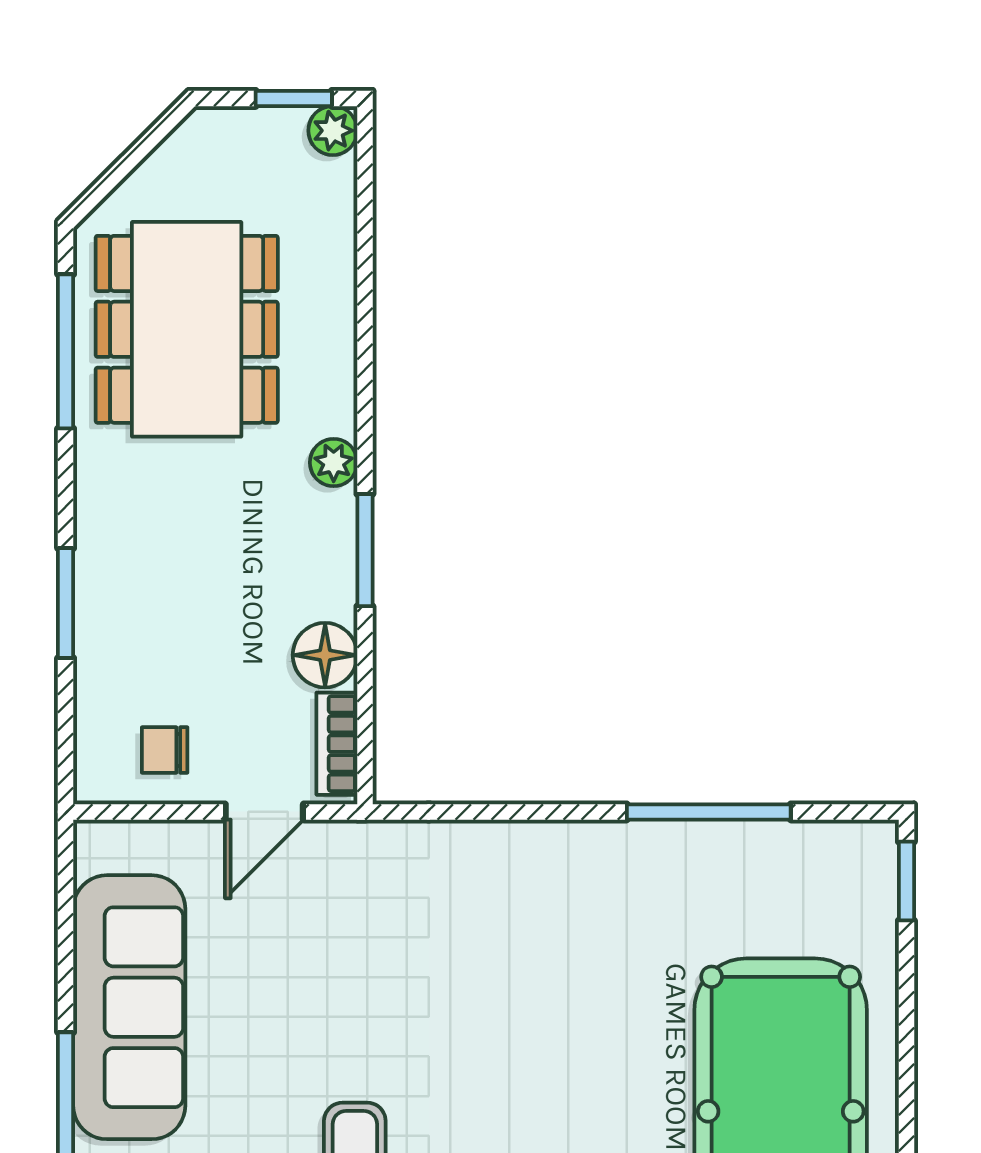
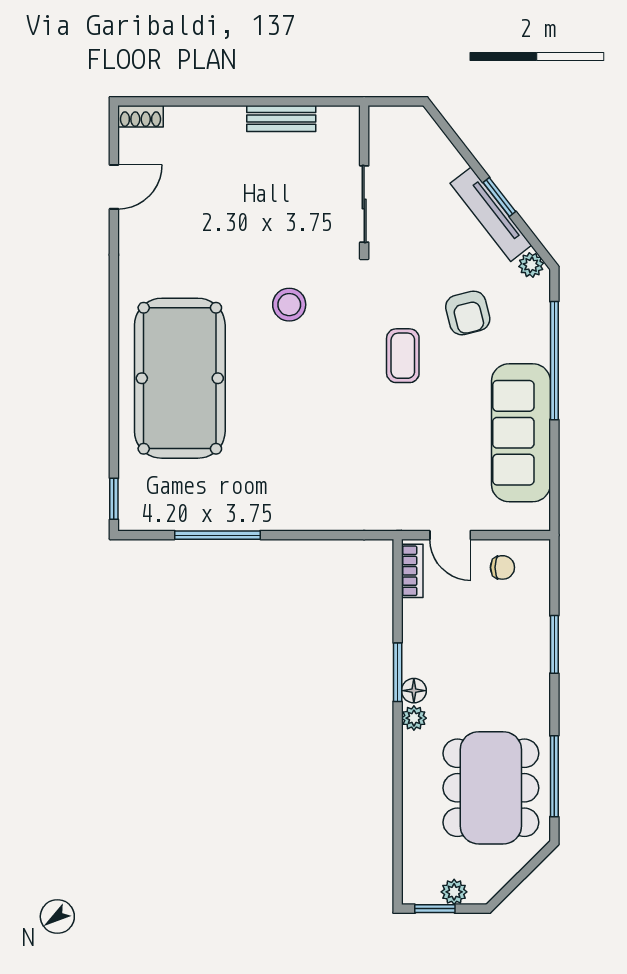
plant: (333, 131) -> (454, 892), moved
floor lamp: (325, 655) -> (414, 691), moved, width x0.73, depth x0.73
door: (264, 812) -> (450, 535), swing flipped

